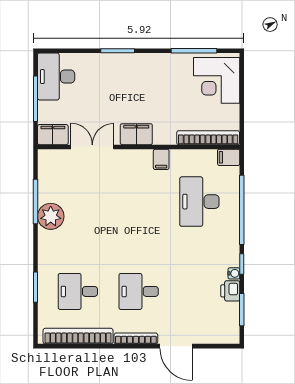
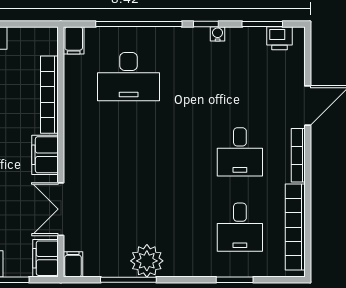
bookcase: (208, 138) -> (49, 95), moved
filing cabinet: (161, 159) -> (73, 264), moved, turned -90
printer: (230, 291) -> (279, 38), moved

